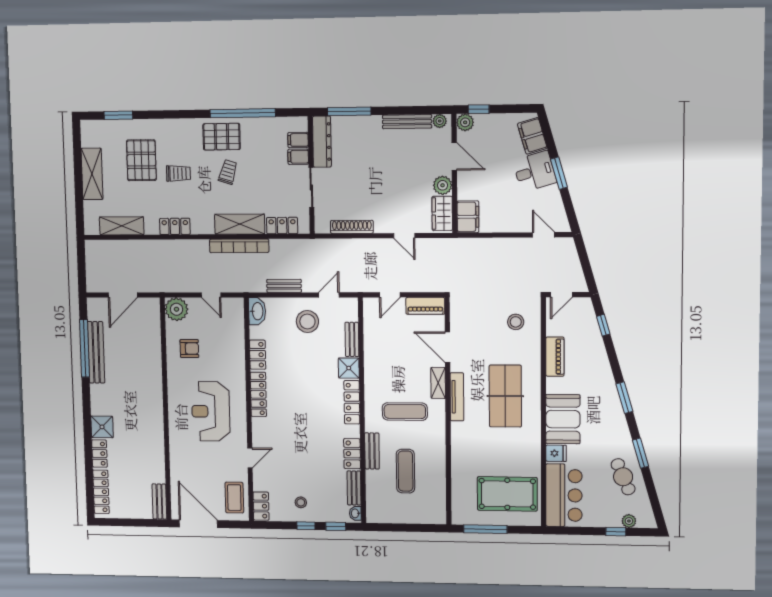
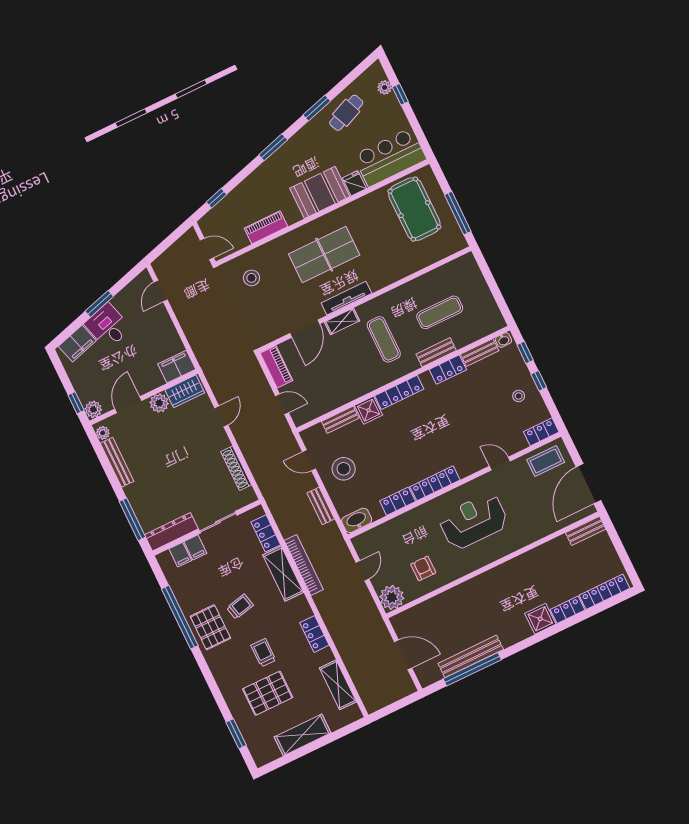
trolley: (228, 172) -> (240, 607), turned 150
reception desk: (211, 411) -> (473, 521), turned 180

